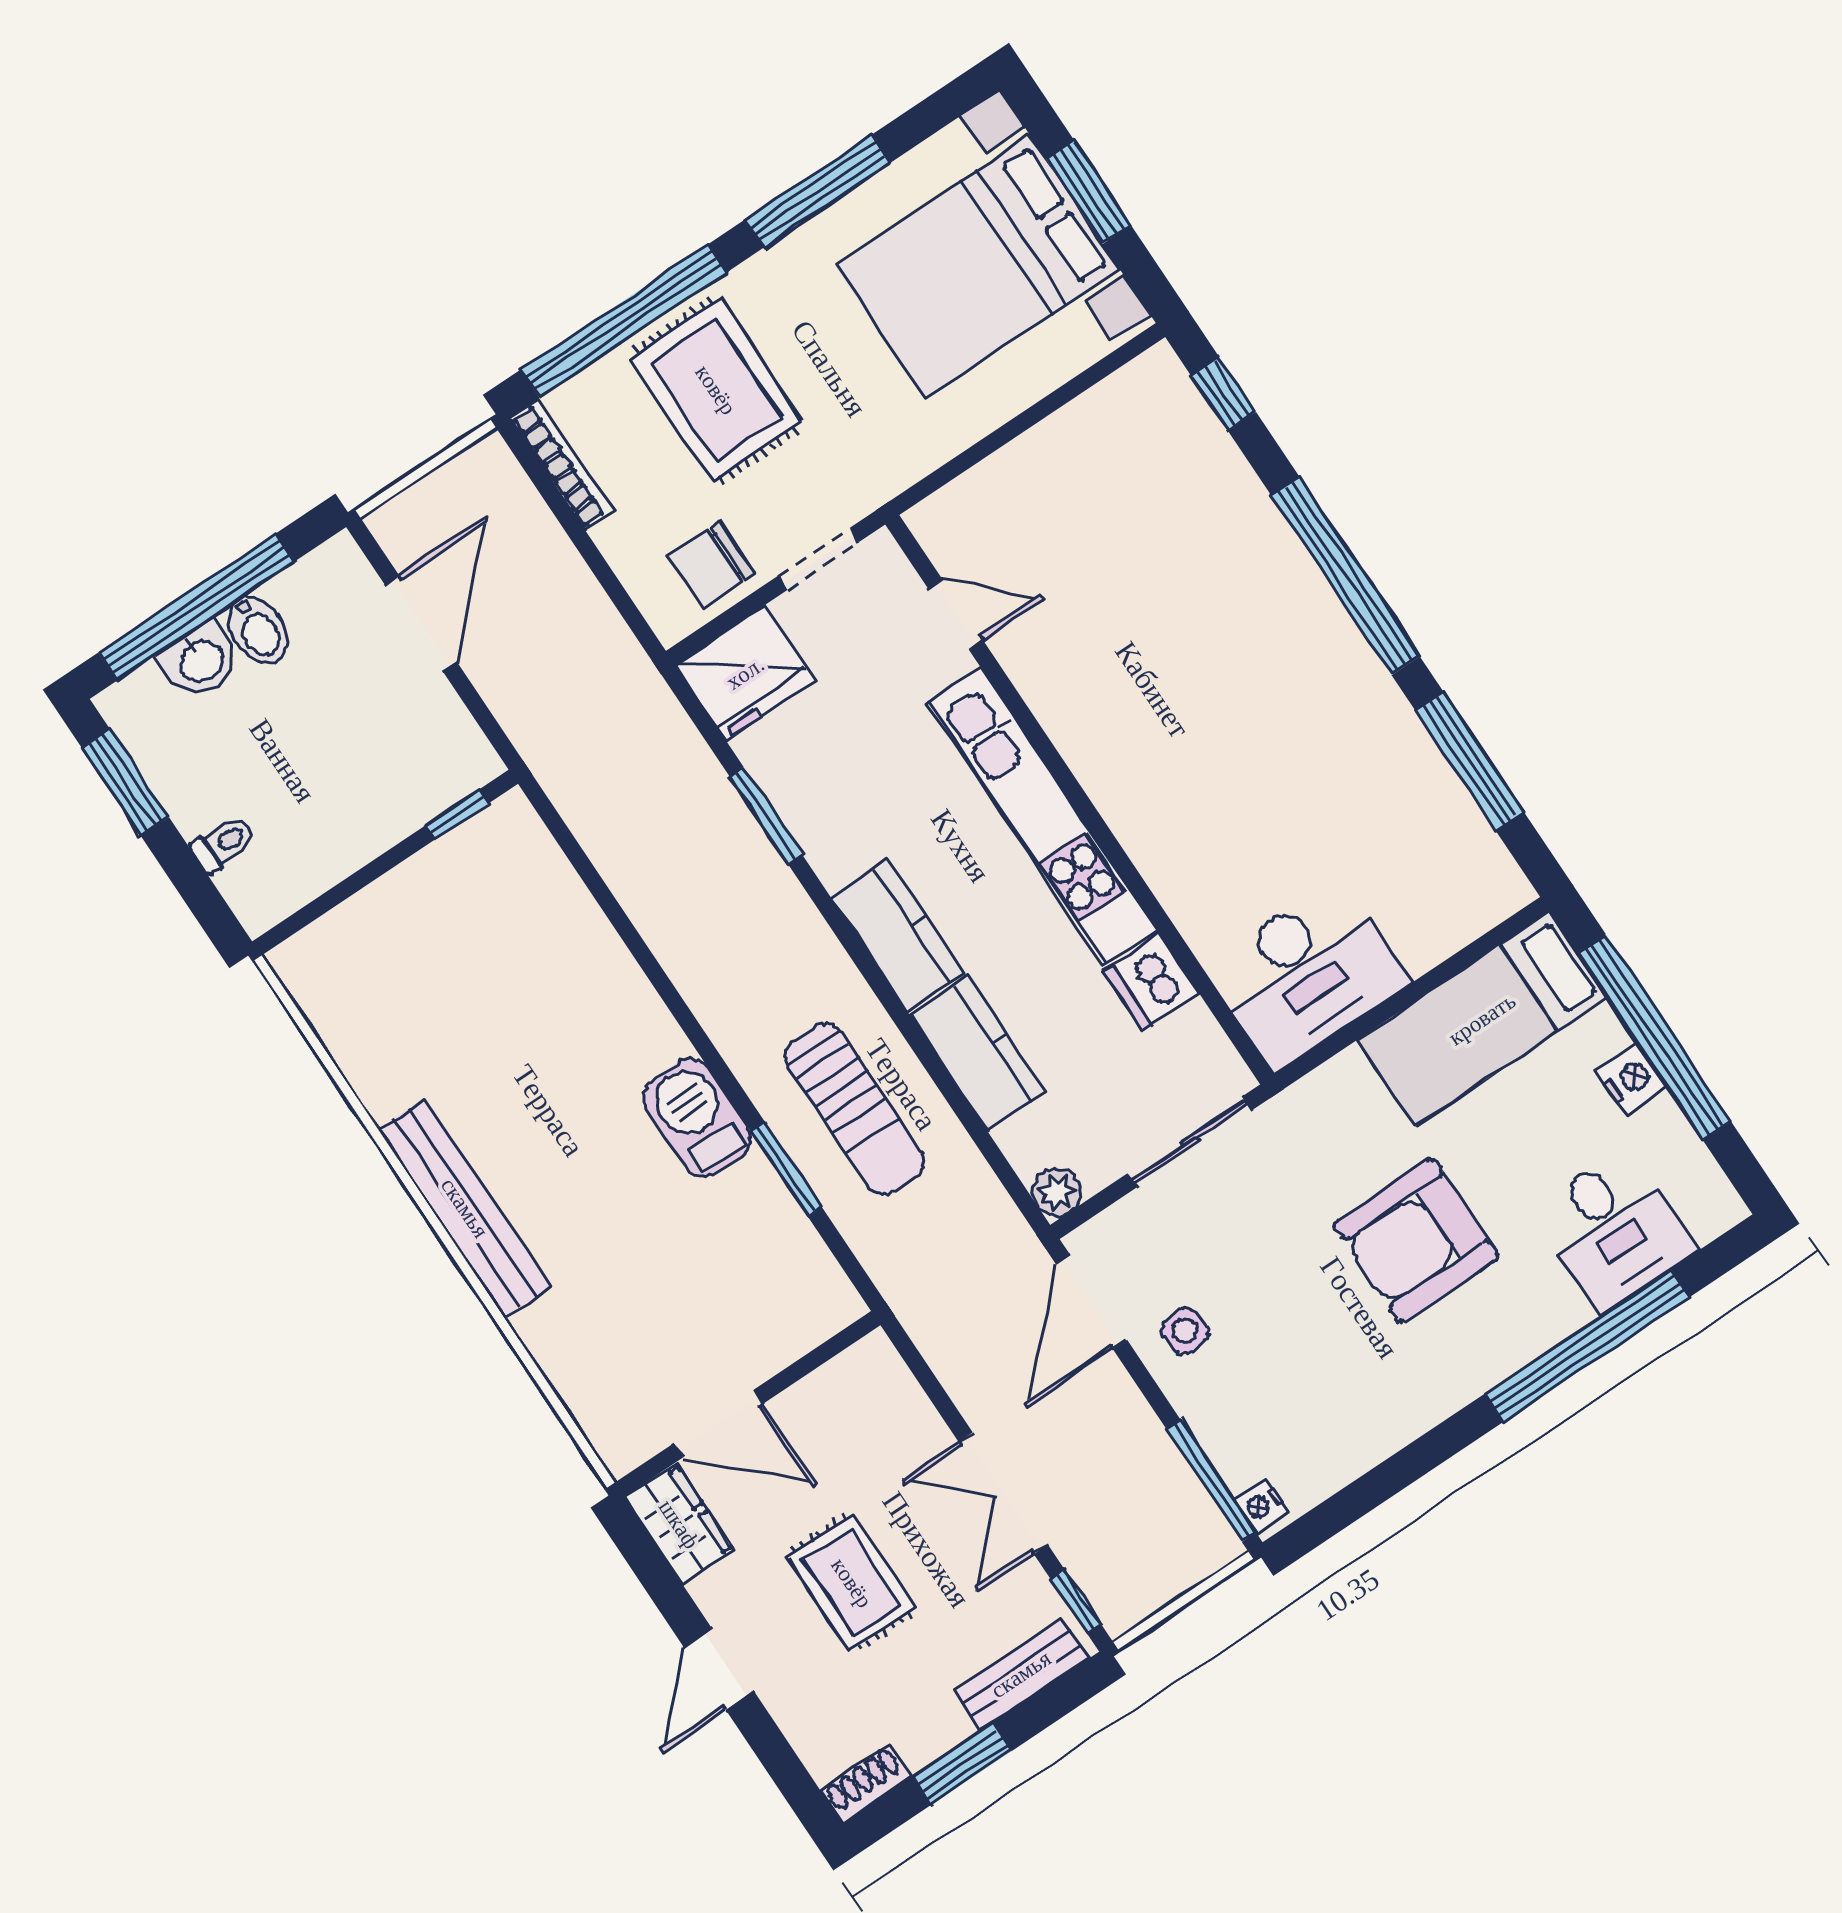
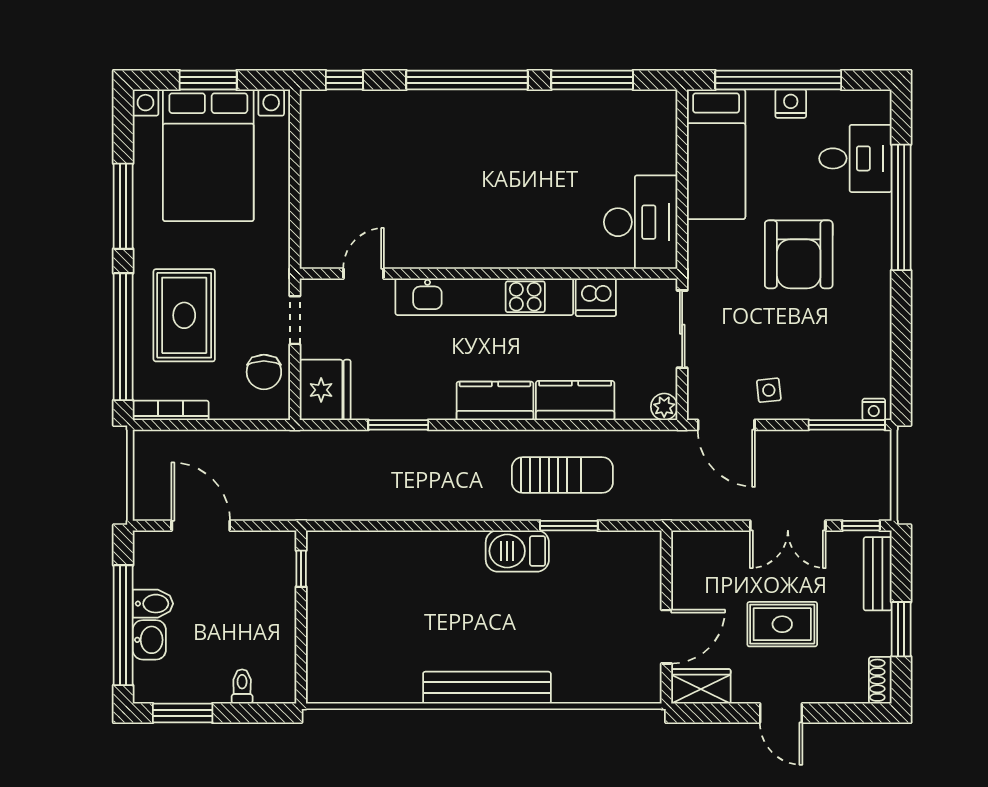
rug: (716, 390) -> (184, 315), turned 90

